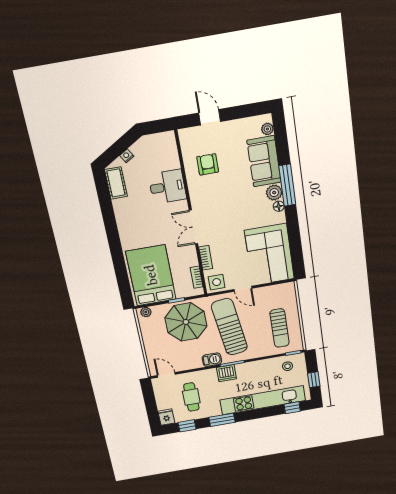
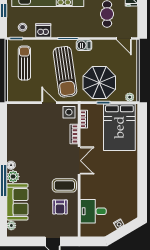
cot: (116, 183) -> (131, 205), removed
desk: (167, 187) -> (93, 211), moved
coffee table: (207, 193) -> (64, 185), added
corner sofa: (270, 255) -> (24, 127), removed
dishwasher: (226, 373) -> (43, 30), moved

